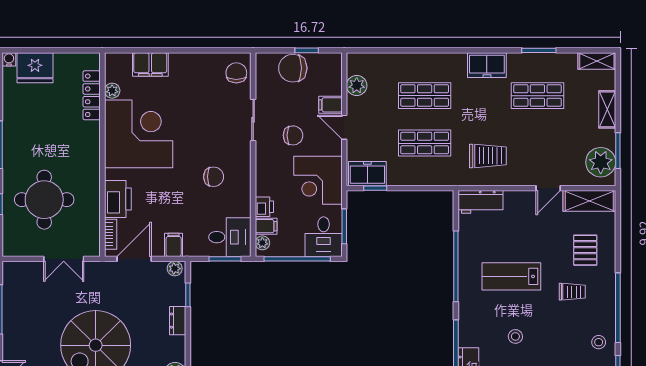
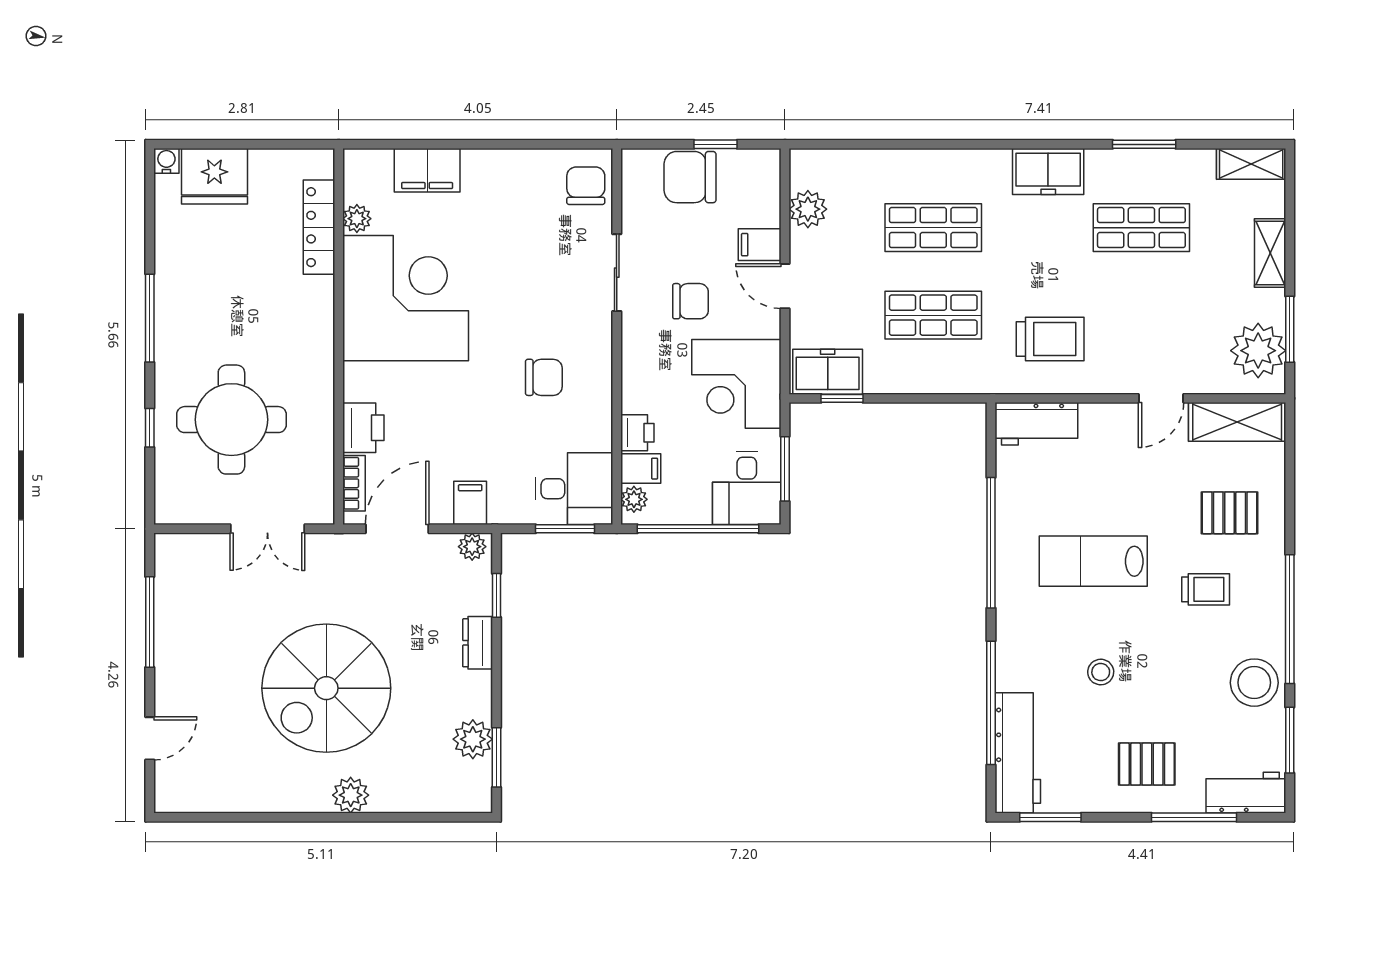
printer: (118, 199) -> (363, 428), width x0.73, depth x0.84
pallet: (585, 250) -> (1229, 513), turned 90
stool: (599, 342) -> (1254, 683), width x1.89, depth x1.89

